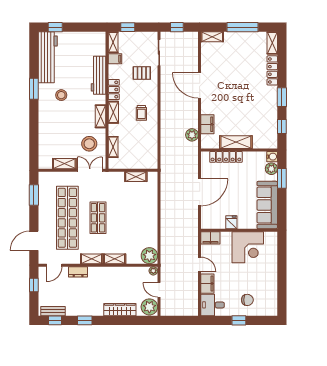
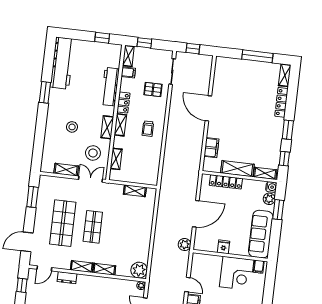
window: (55, 27) -> (102, 38), moved
shelving: (212, 37) -> (265, 173), moved
stool: (61, 95) -> (72, 127), moved
plant: (192, 135) -> (185, 244), moved
shop shelf: (67, 218) -> (63, 223), width x0.71
filing cabinet: (210, 238) -> (259, 267), moved, width x0.50

